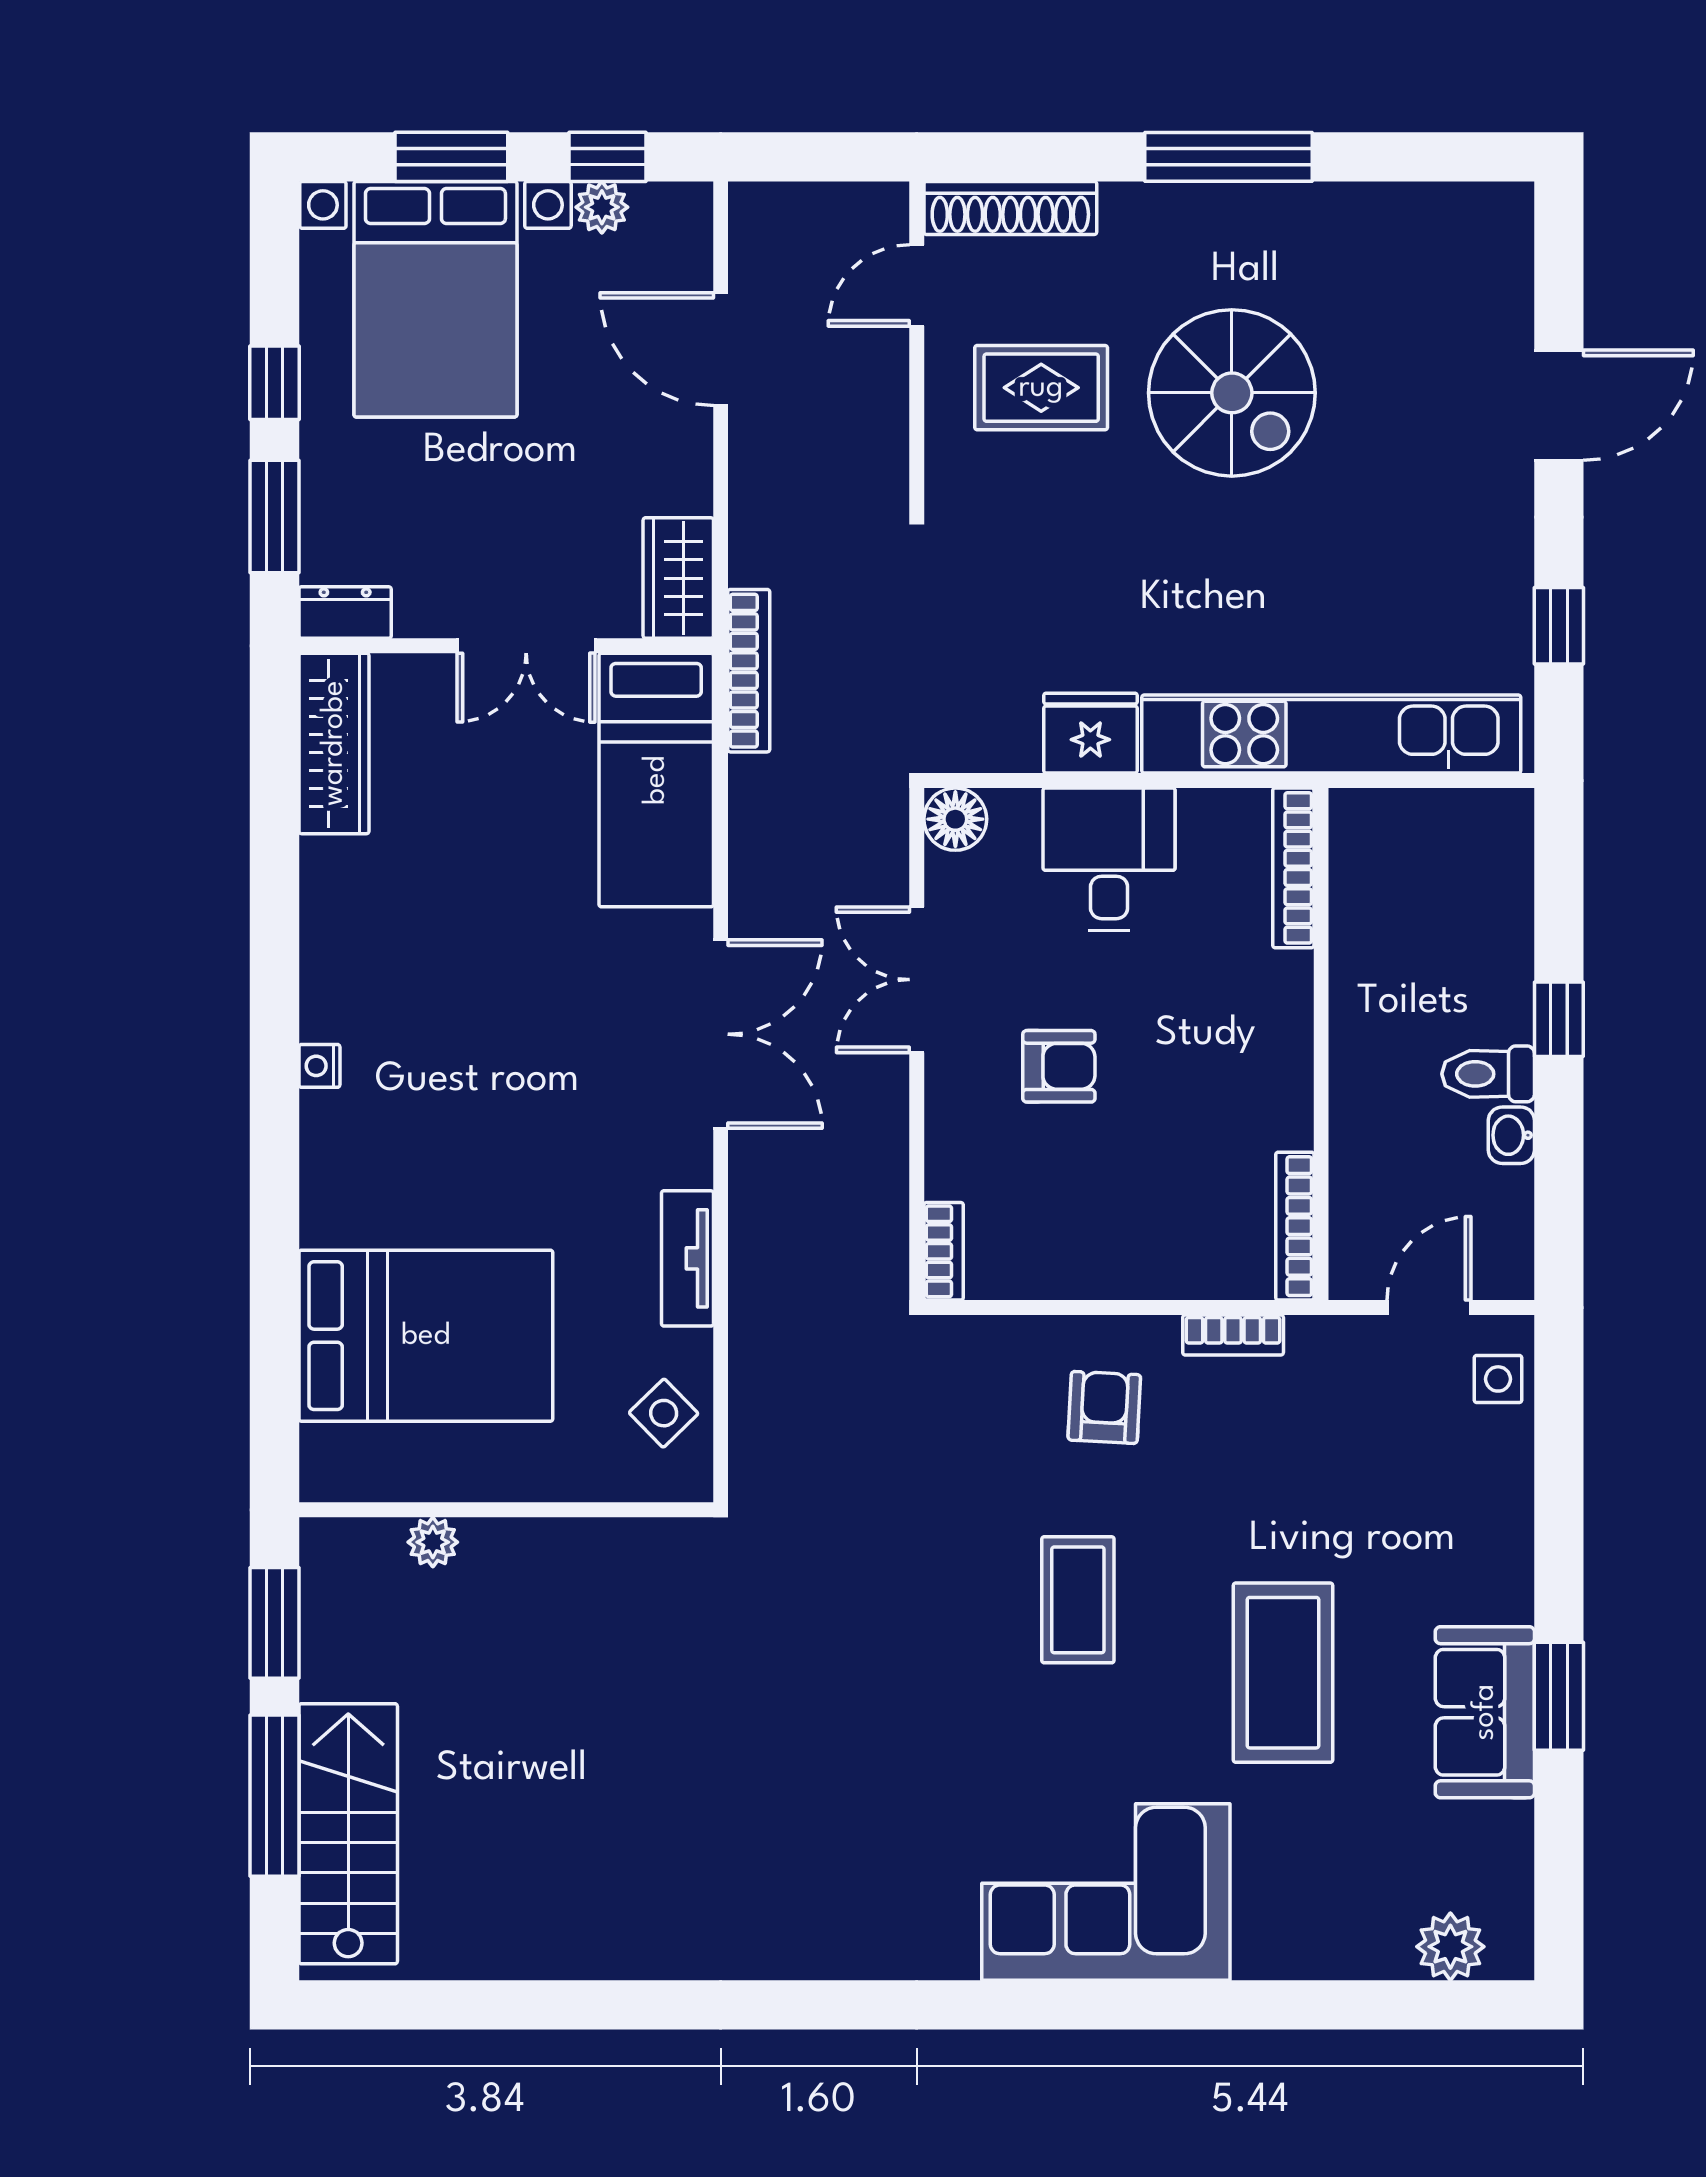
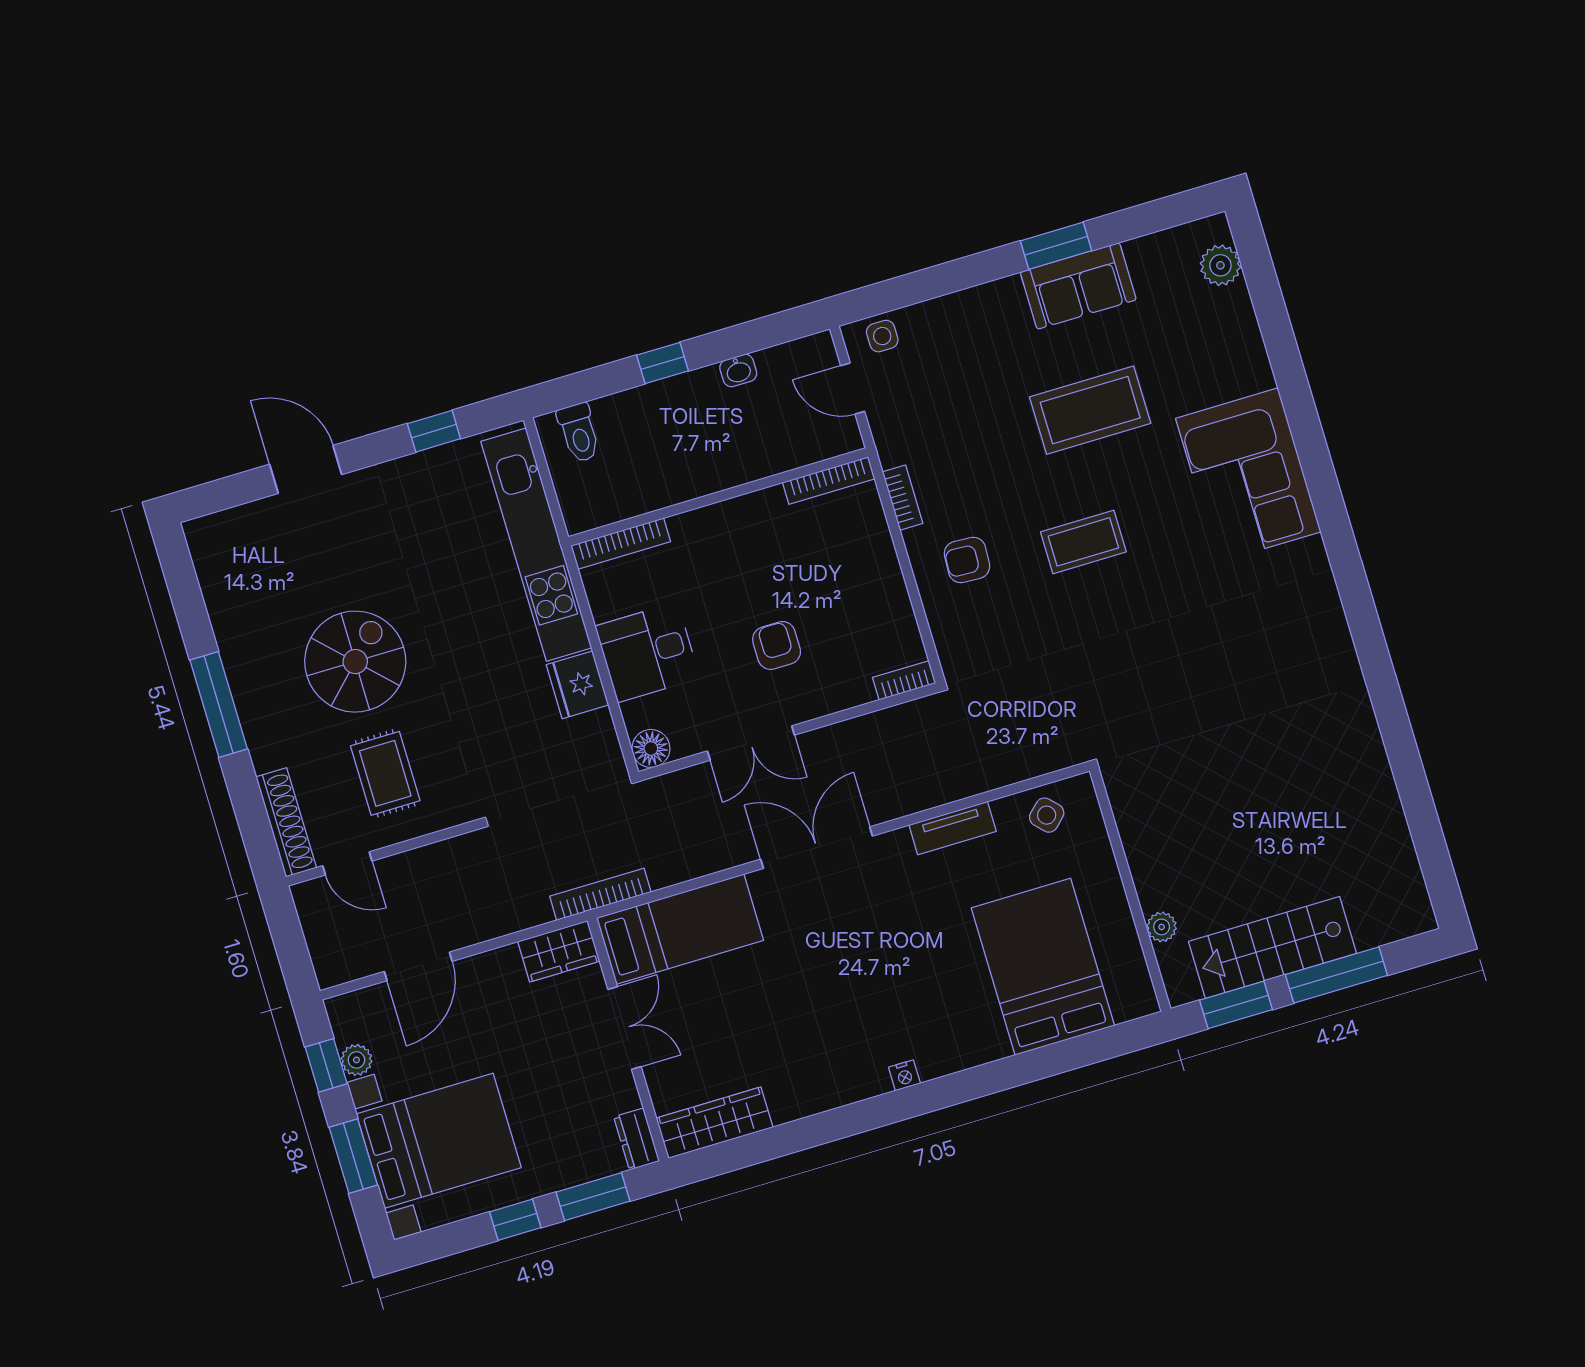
toilet: (1488, 1074) -> (579, 433), moved
stairs: (348, 1834) -> (1272, 947), moved

